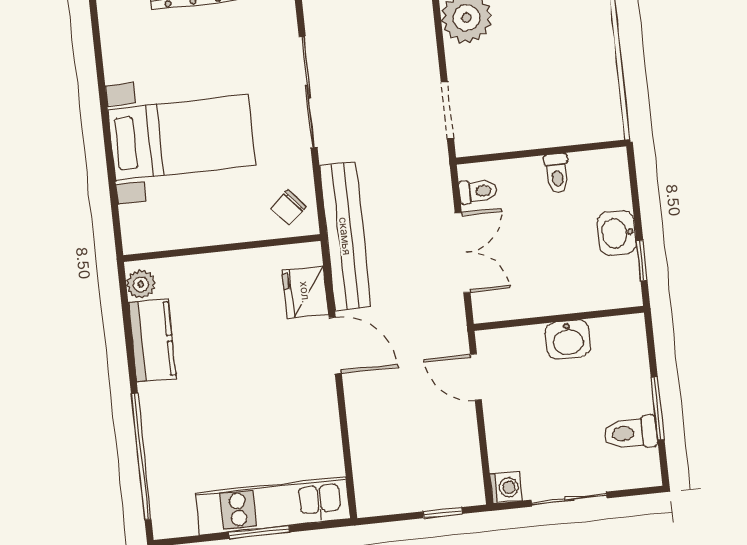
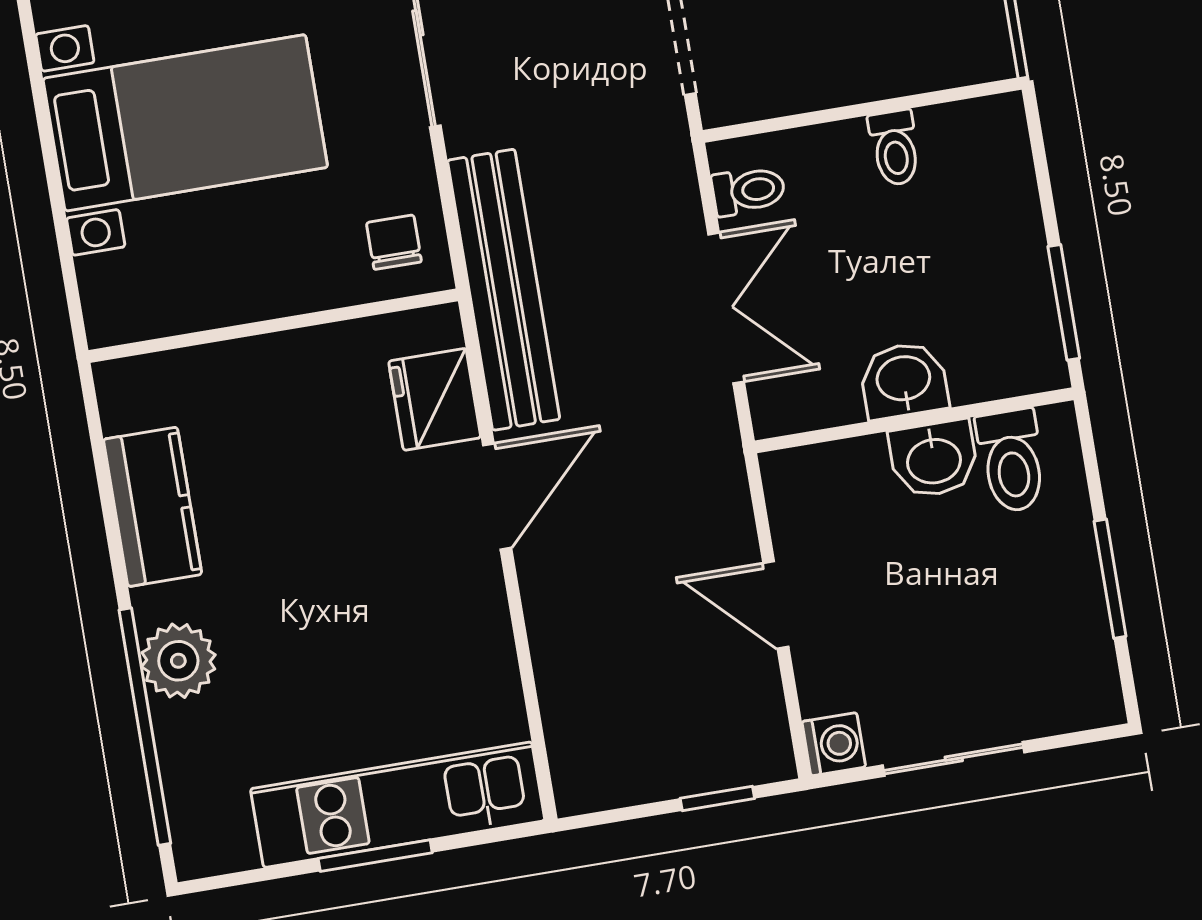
chair: (289, 207) -> (394, 242), turned 131
washbasin: (617, 233) -> (904, 380), moved, turned 90
window: (642, 260) -> (1064, 302), width x1.50
plant: (141, 284) -> (178, 661), moved, width x1.38, depth x1.38
door: (335, 346) -> (497, 496), hinge flipped
door: (476, 377) -> (776, 605), moved
toilet: (630, 433) -> (1012, 461), moved, turned -90

